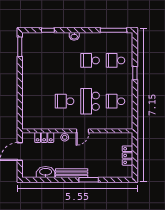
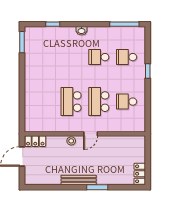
school desk: (65, 101) -> (71, 102), width x1.85
locker: (44, 137) -> (35, 141), moved
locker: (128, 156) -> (140, 174), moved
washbasin: (46, 172) -> (50, 179), removed

